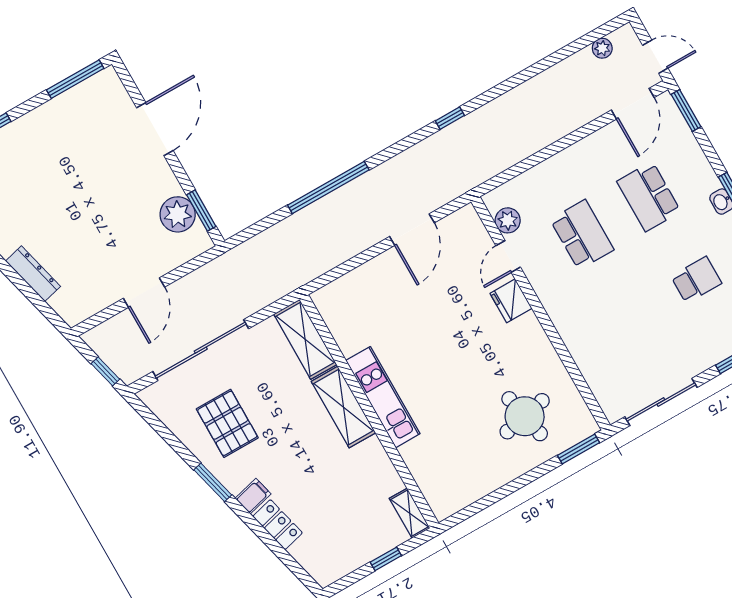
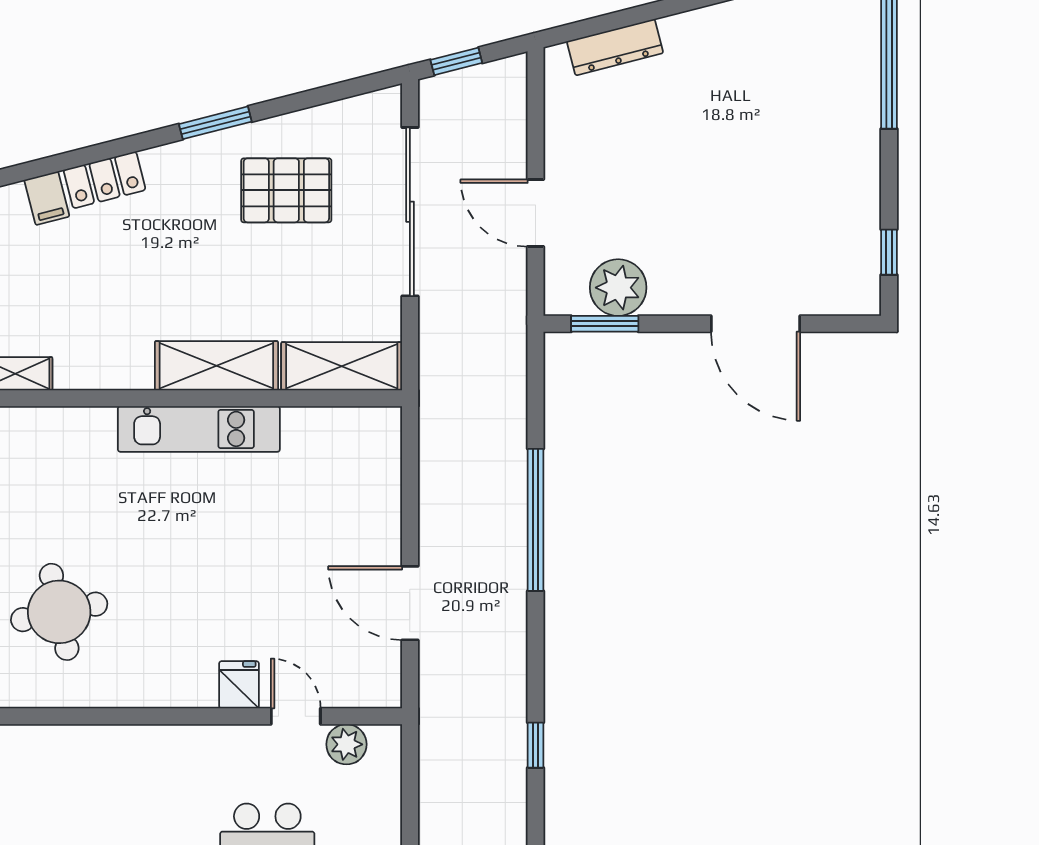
window: (75, 79) -> (889, 252), width x0.46
dresser: (33, 274) -> (615, 47), moved
door: (144, 293) -> (536, 213), moved
fridge: (511, 301) -> (239, 685), width x0.72
filing cabinet: (253, 496) -> (47, 198), moved

